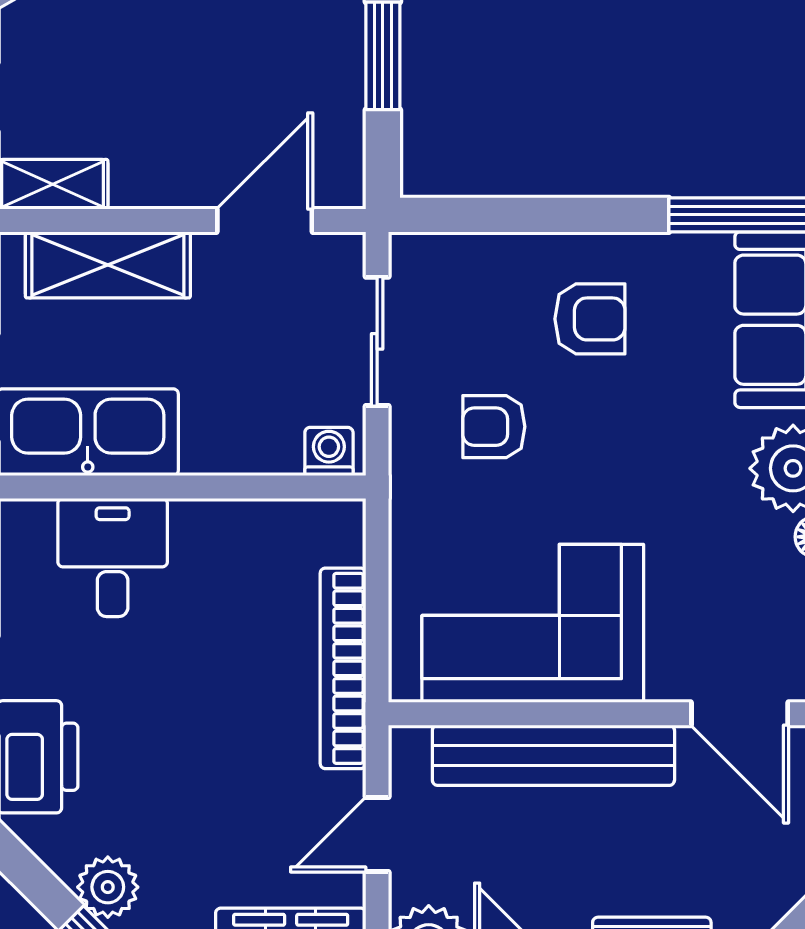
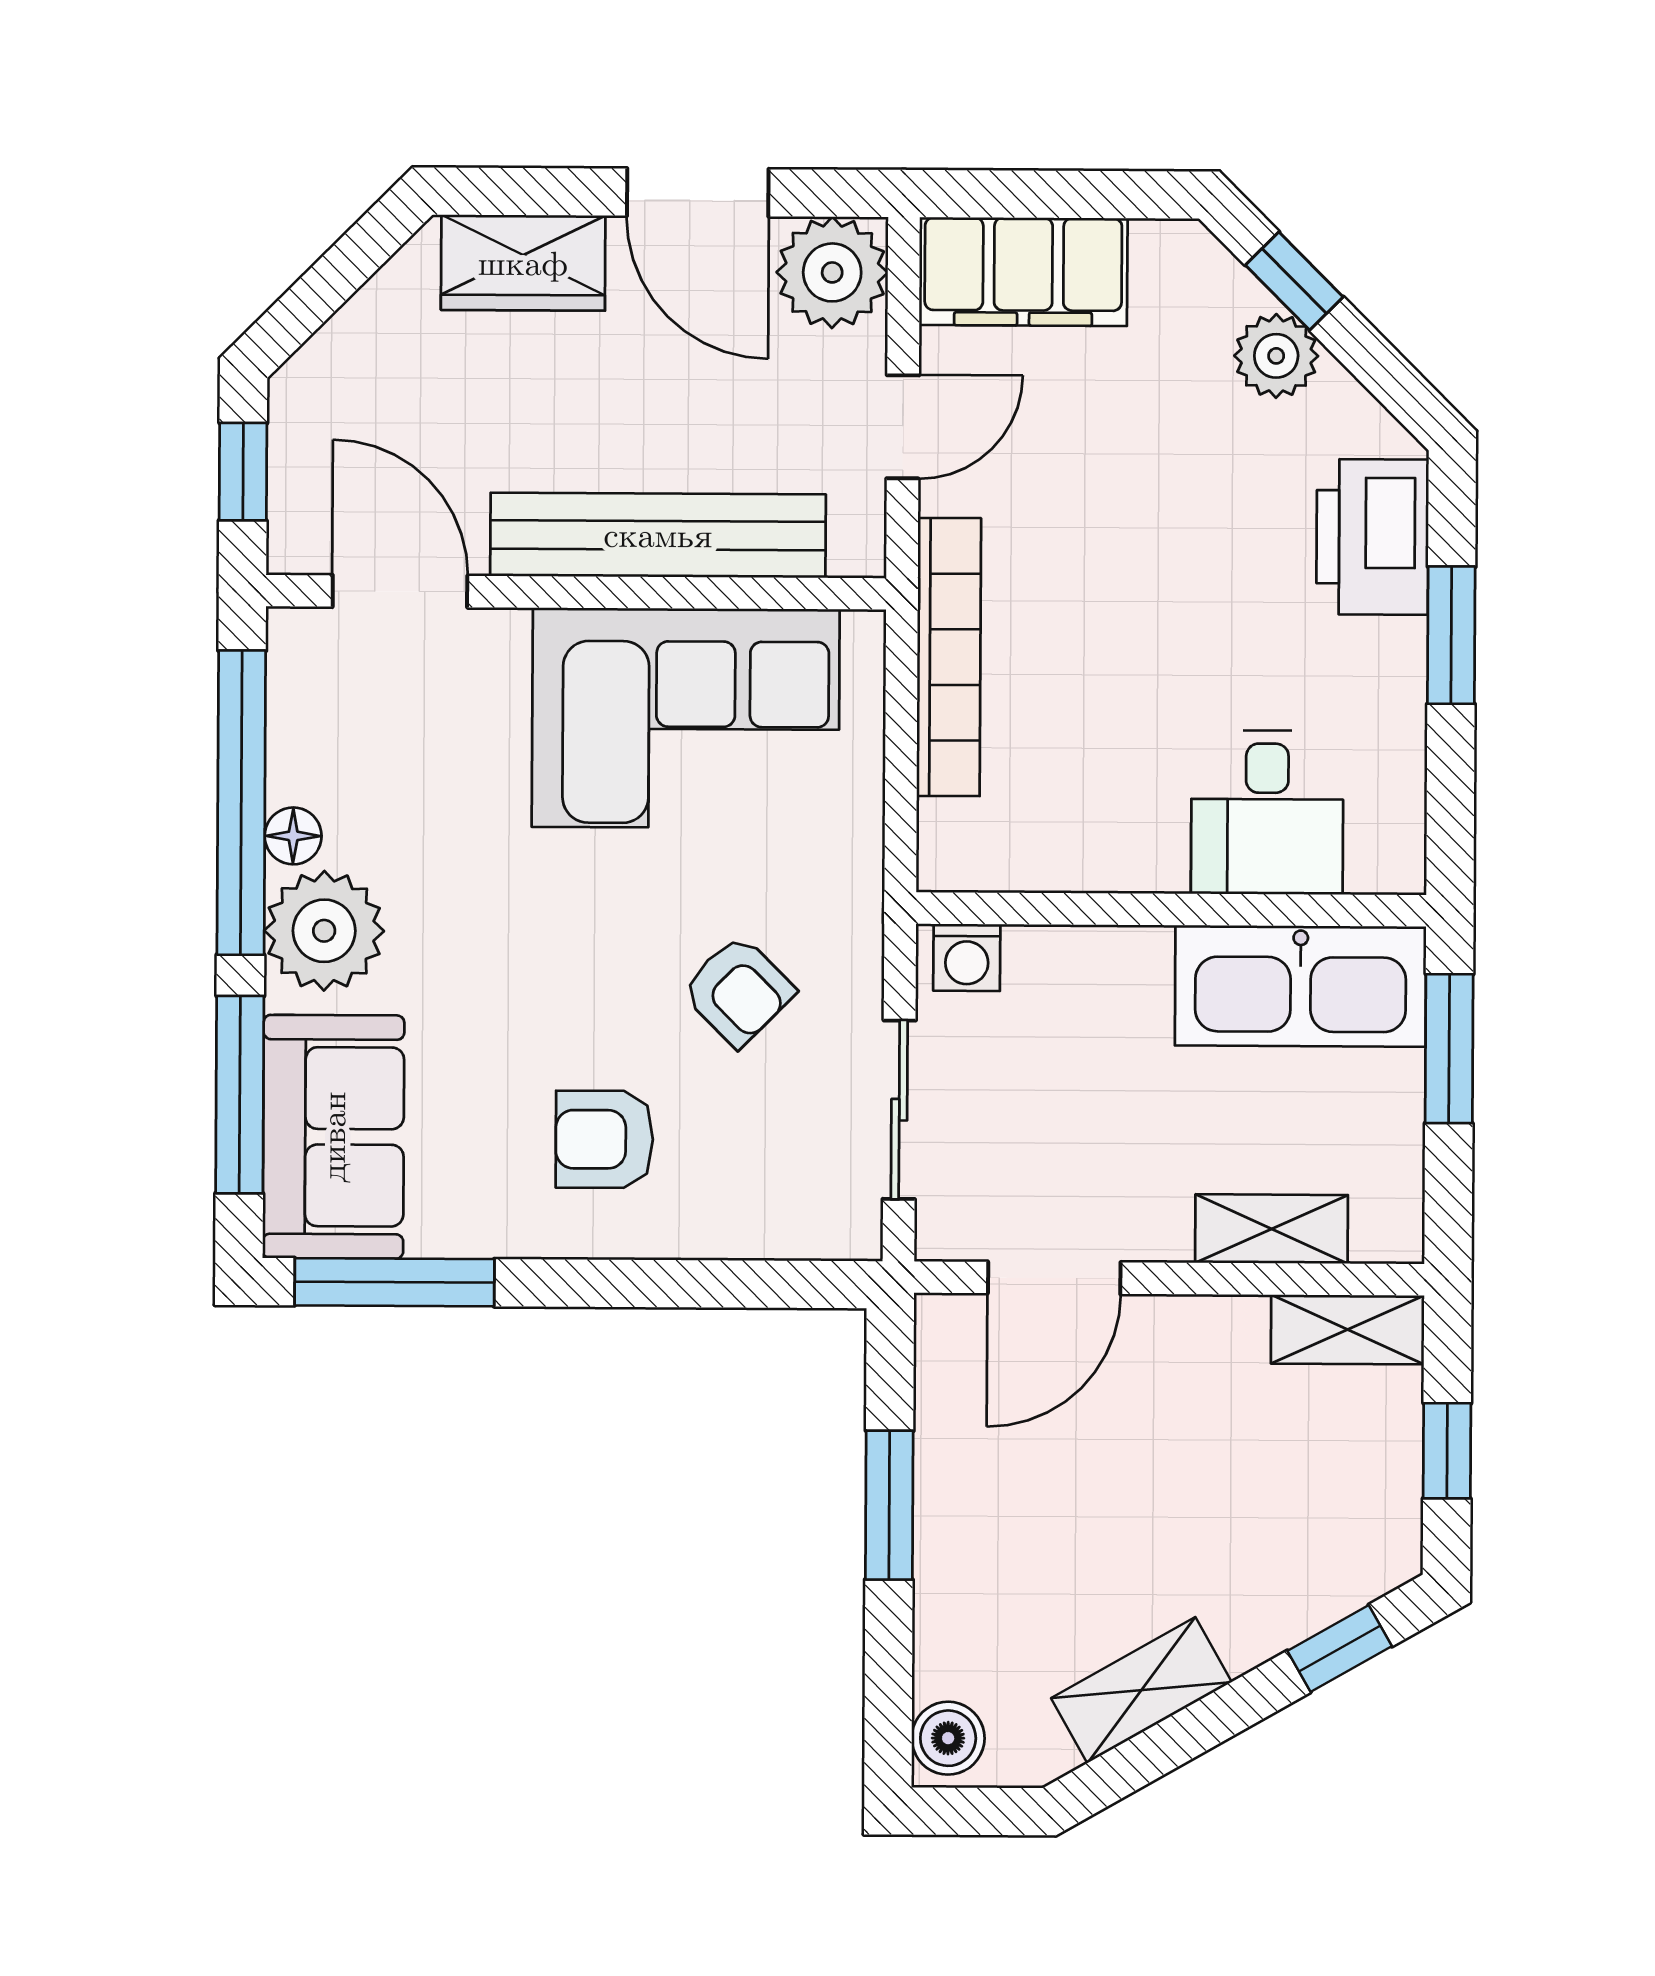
shelving: (108, 265) -> (1271, 1229), width x0.67, depth x0.75
armchair: (494, 427) -> (738, 991), turned 45

